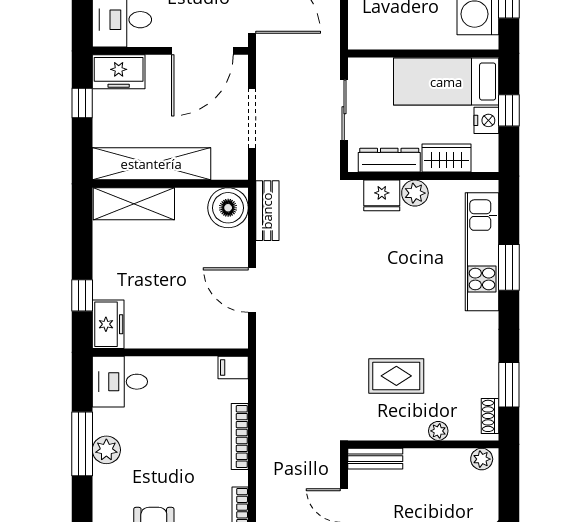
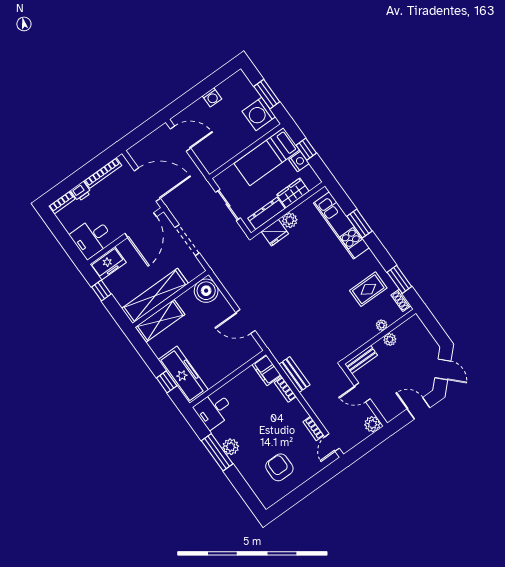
bench: (267, 211) -> (294, 375), moved
freezer: (108, 324) -> (183, 375), width x1.91, depth x1.26
filing cabinet: (233, 368) -> (267, 370), width x2.00
rug: (396, 376) -> (368, 289), moved
bookcase: (240, 436) -> (285, 390), width x0.64
plant: (482, 459) -> (390, 339), moved

